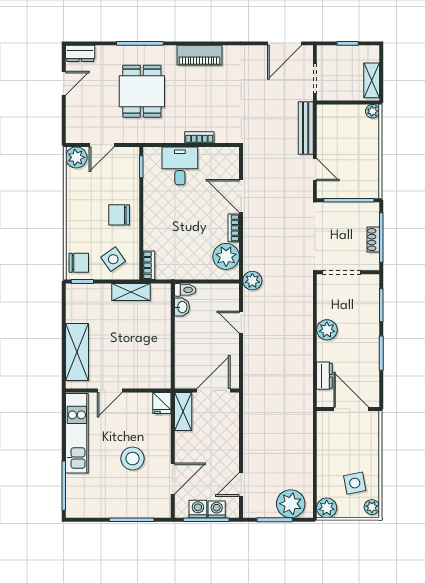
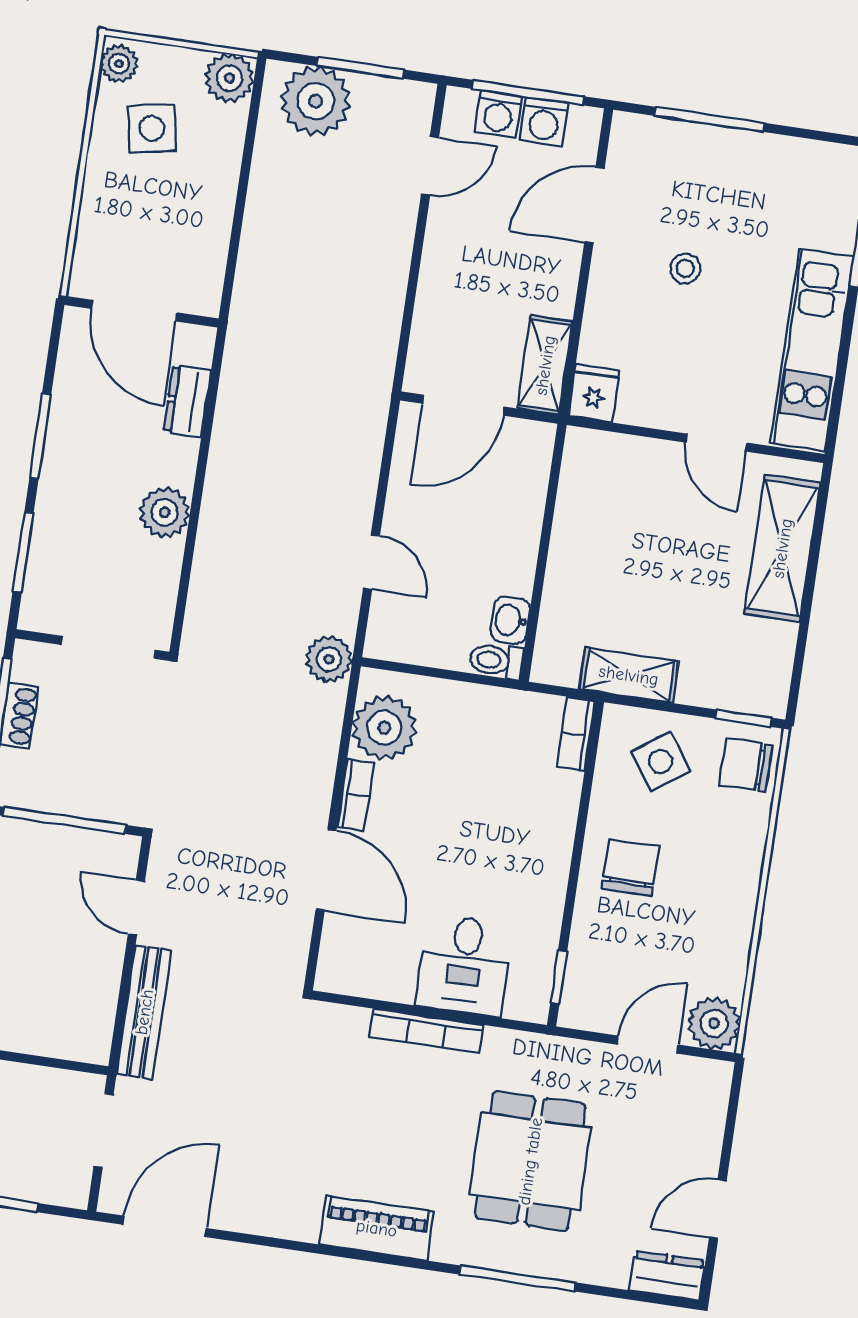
bookcase: (199, 137) -> (426, 1031), width x1.56
chair: (119, 215) -> (630, 867), turned -90
door: (110, 390) -> (716, 443), swing flipped
stool: (133, 459) -> (685, 268), width x0.53, depth x0.53

